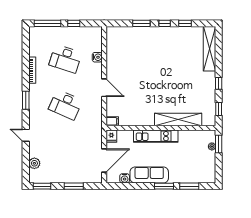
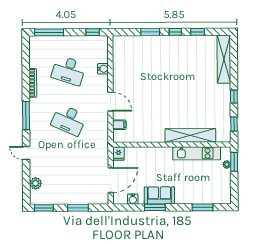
window: (74, 23) -> (93, 32), moved
window: (26, 100) -> (26, 115), width x1.44
filing cabinet: (112, 121) -> (119, 125), moved
kitchen unit: (156, 136) -> (197, 153), moved
sofa: (149, 175) -> (159, 195), width x0.73
window: (164, 186) -> (155, 207), moved

